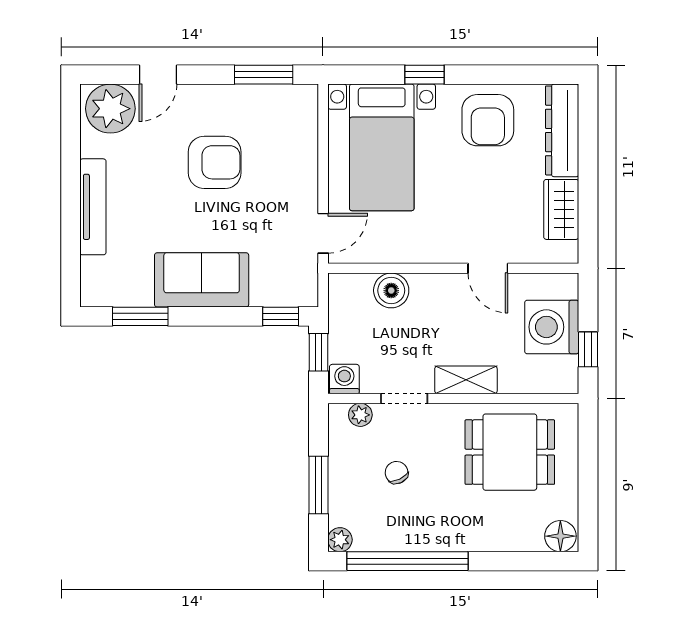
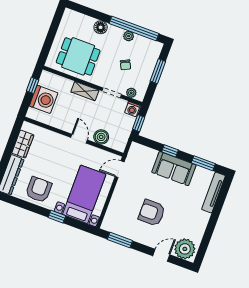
tv unit: (93, 207) -> (213, 193), moved
door: (488, 268) -> (79, 139), moved
window: (281, 316) -> (170, 151), moved
floor lamp: (560, 536) -> (101, 27), moved
plant: (340, 540) -> (129, 36), moved

